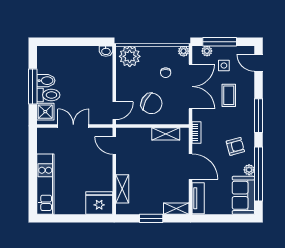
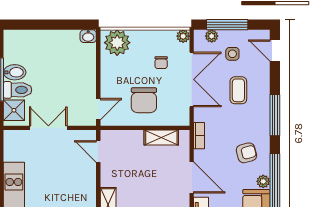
chair: (151, 103) -> (144, 100), turned 62

